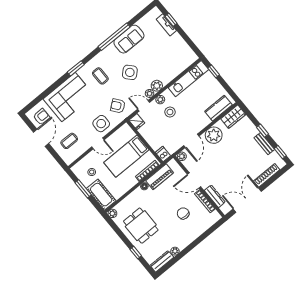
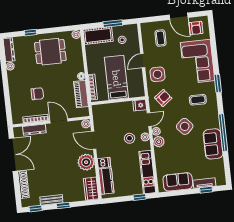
sofa: (180, 48) -> (178, 182), added
dishwasher: (163, 154) -> (104, 163), moved
door: (194, 181) -> (59, 121), hinge flipped

